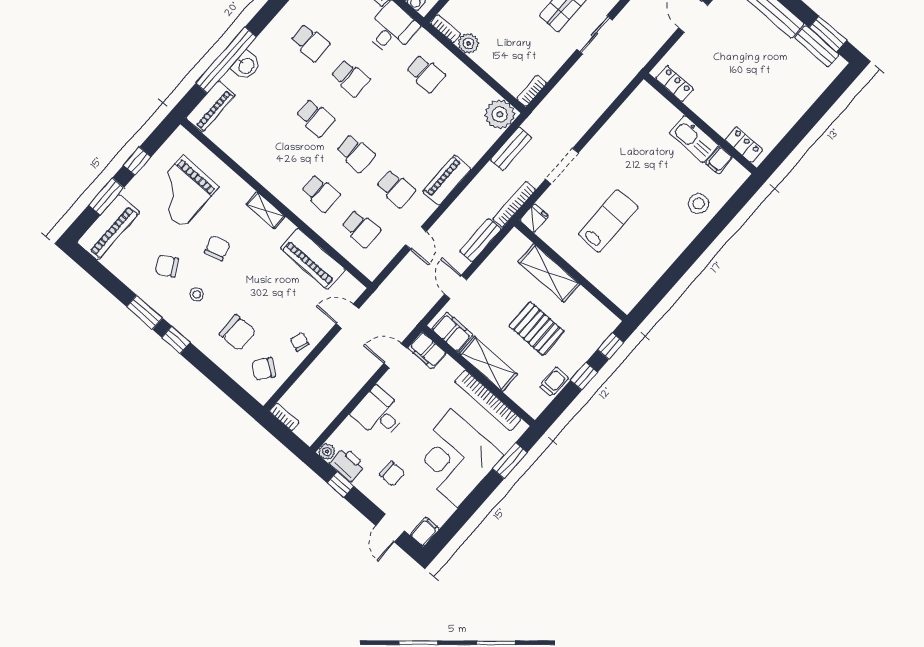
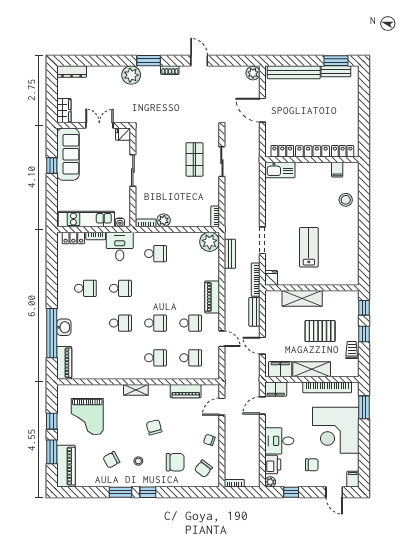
locker: (709, 114) -> (313, 151), added
kitchen sink: (694, 139) -> (280, 170), moved
chair: (217, 248) -> (154, 427), moved
piano: (313, 259) -> (186, 391), width x0.73, depth x0.75
printer: (348, 465) -> (273, 465), moved, turned 90

